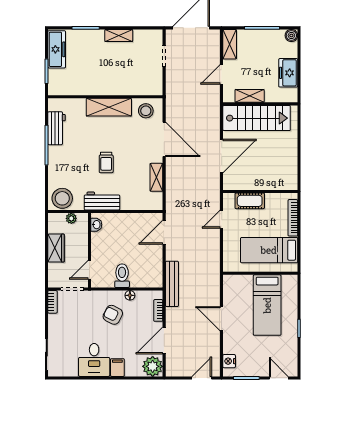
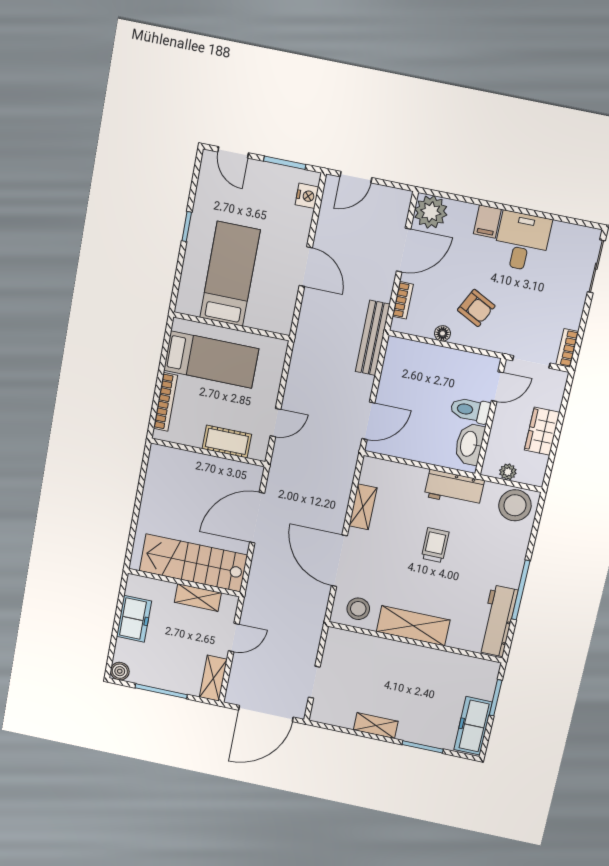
workbench: (56, 128) -> (498, 621), width x1.38
washbasin: (96, 225) -> (469, 444), width x1.91, depth x1.45
toilet: (122, 276) -> (470, 410), moved, turned 90

